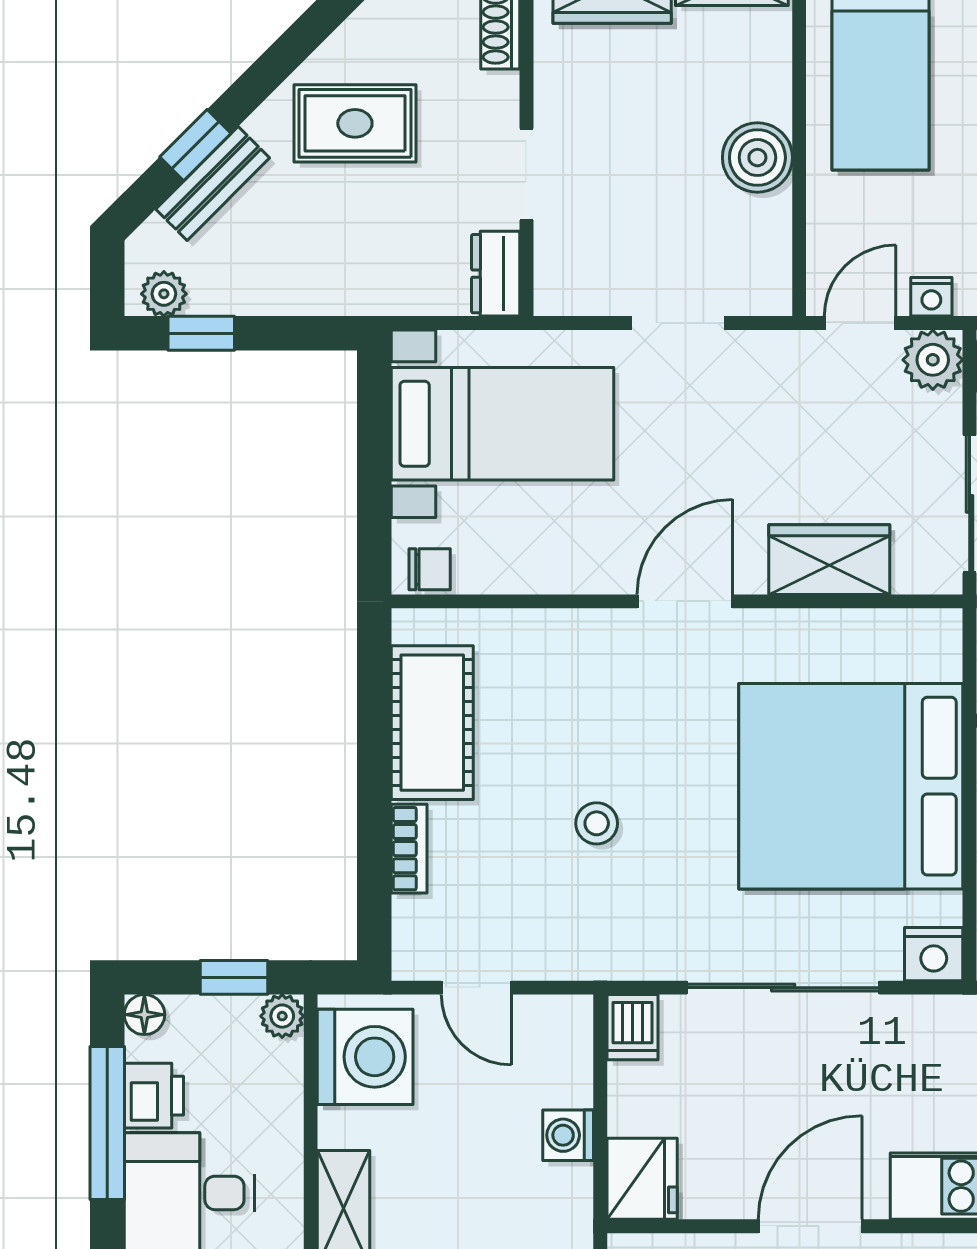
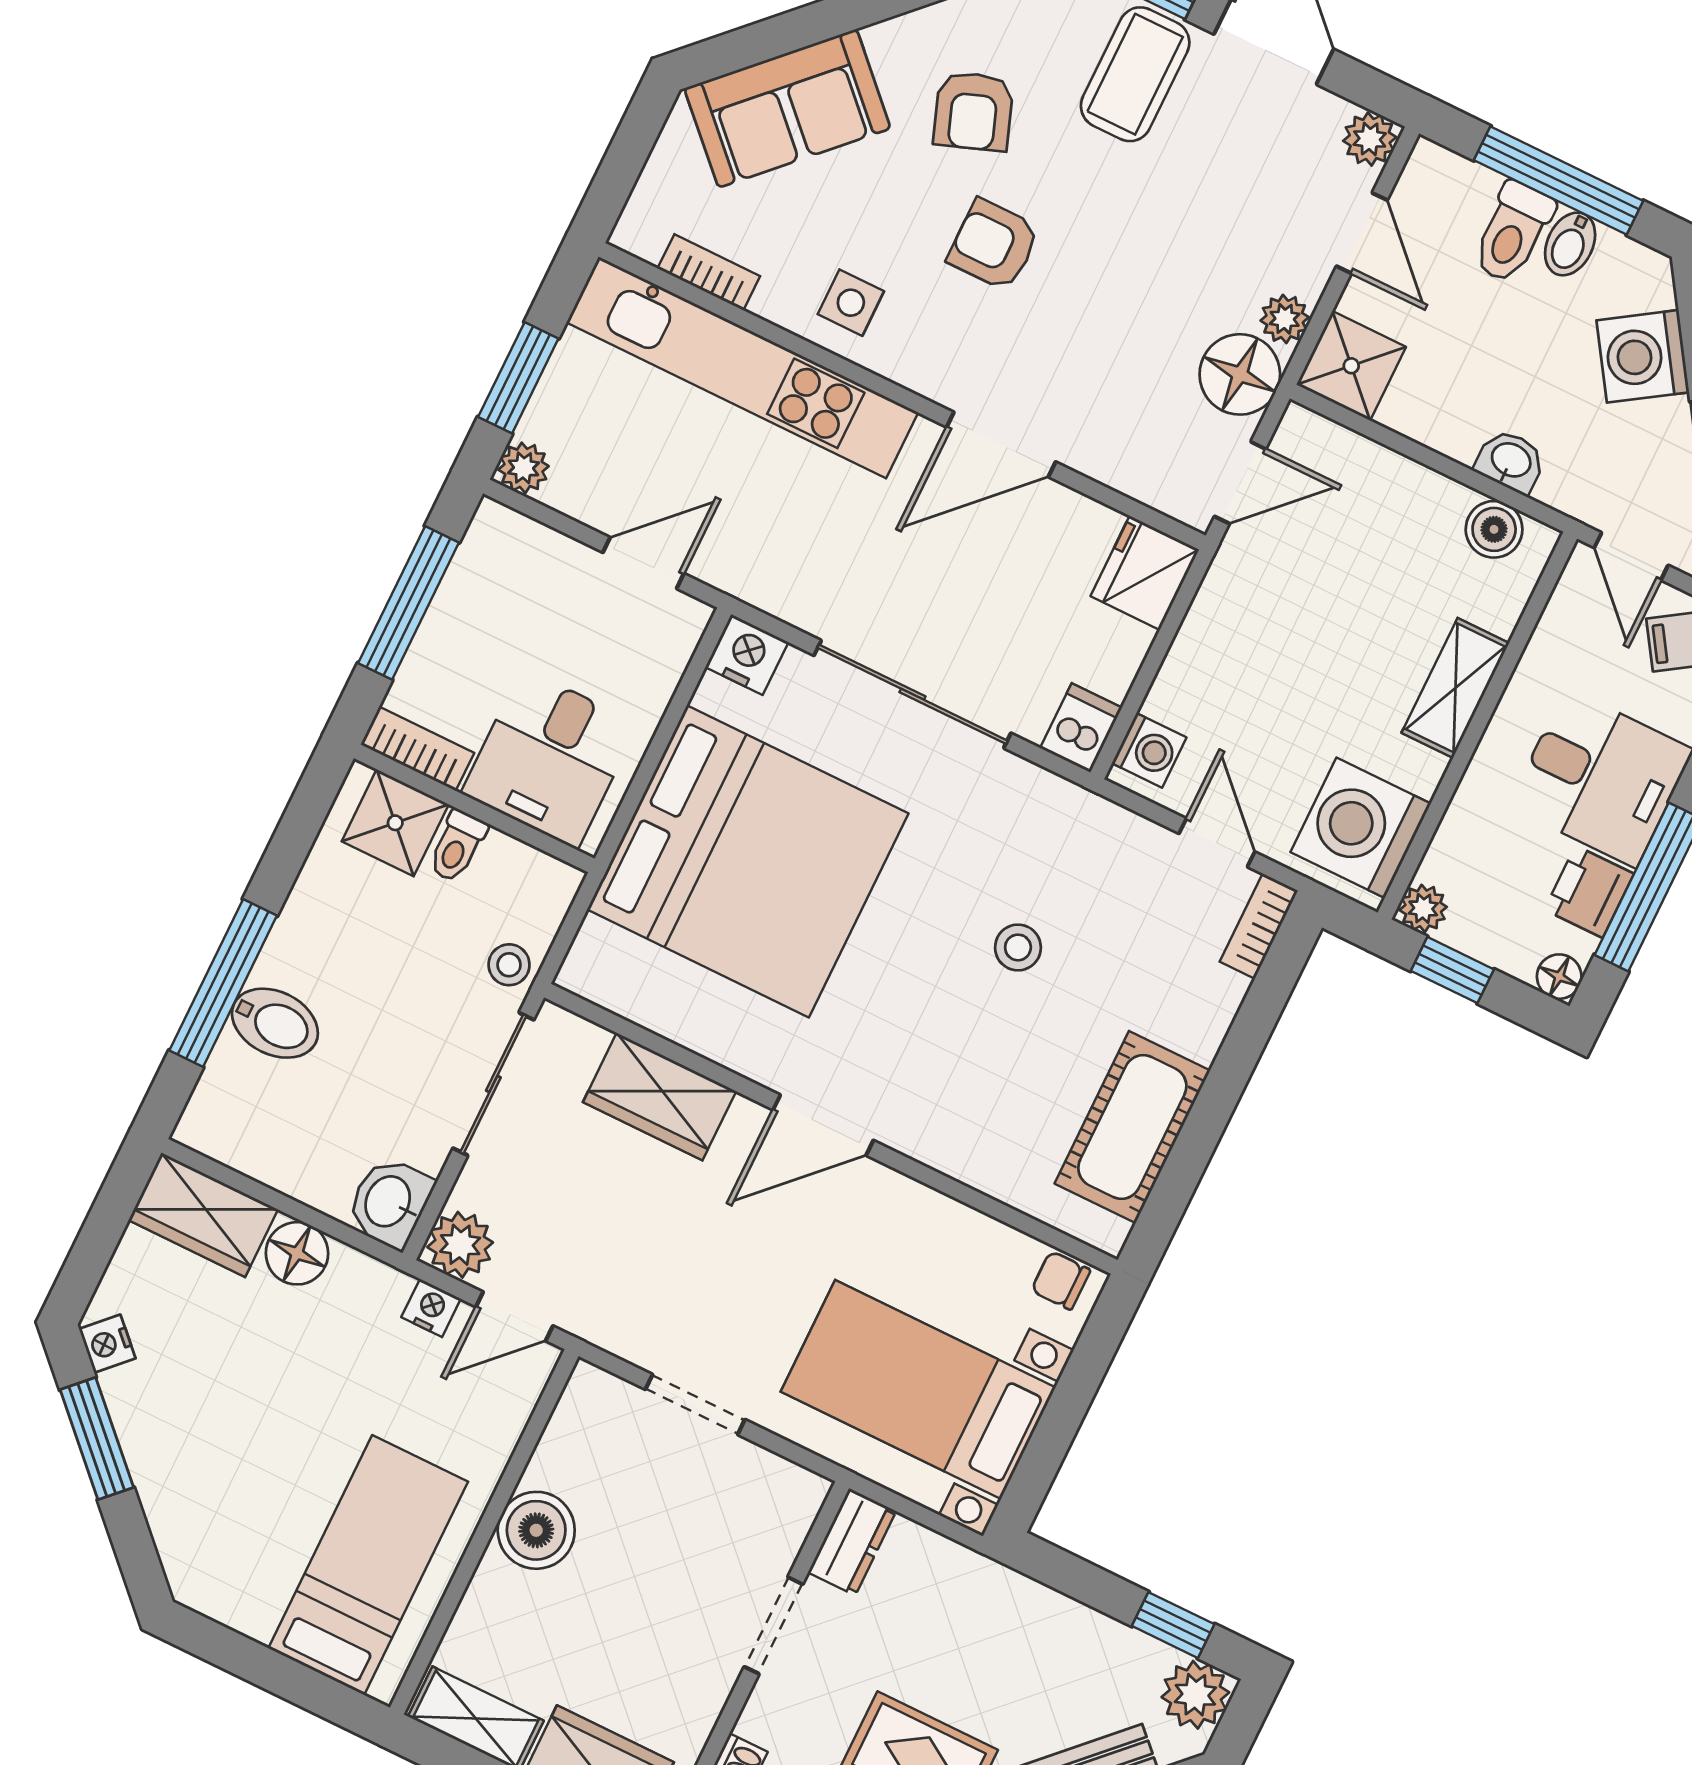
plant: (164, 294) -> (1195, 1695), width x1.38, depth x1.38
bookcase: (409, 849) -> (1259, 926), moved
washing machine: (568, 1135) -> (1149, 750), moved

